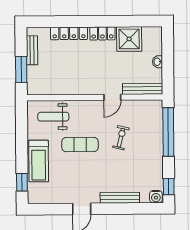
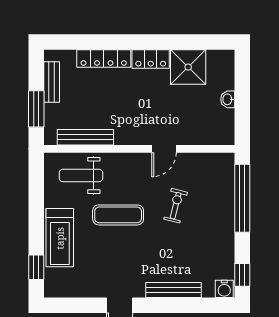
bench: (143, 89) -> (85, 137), moved

